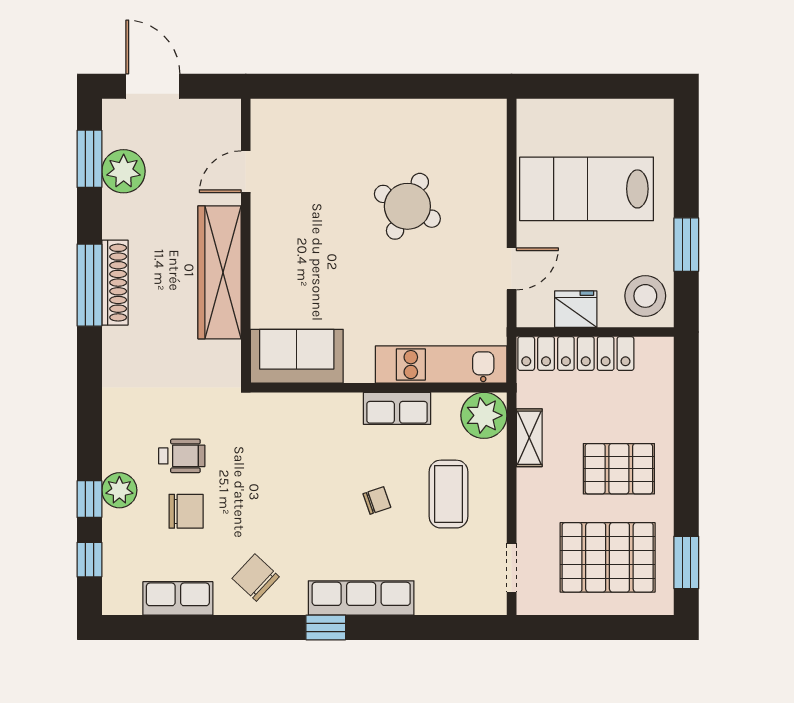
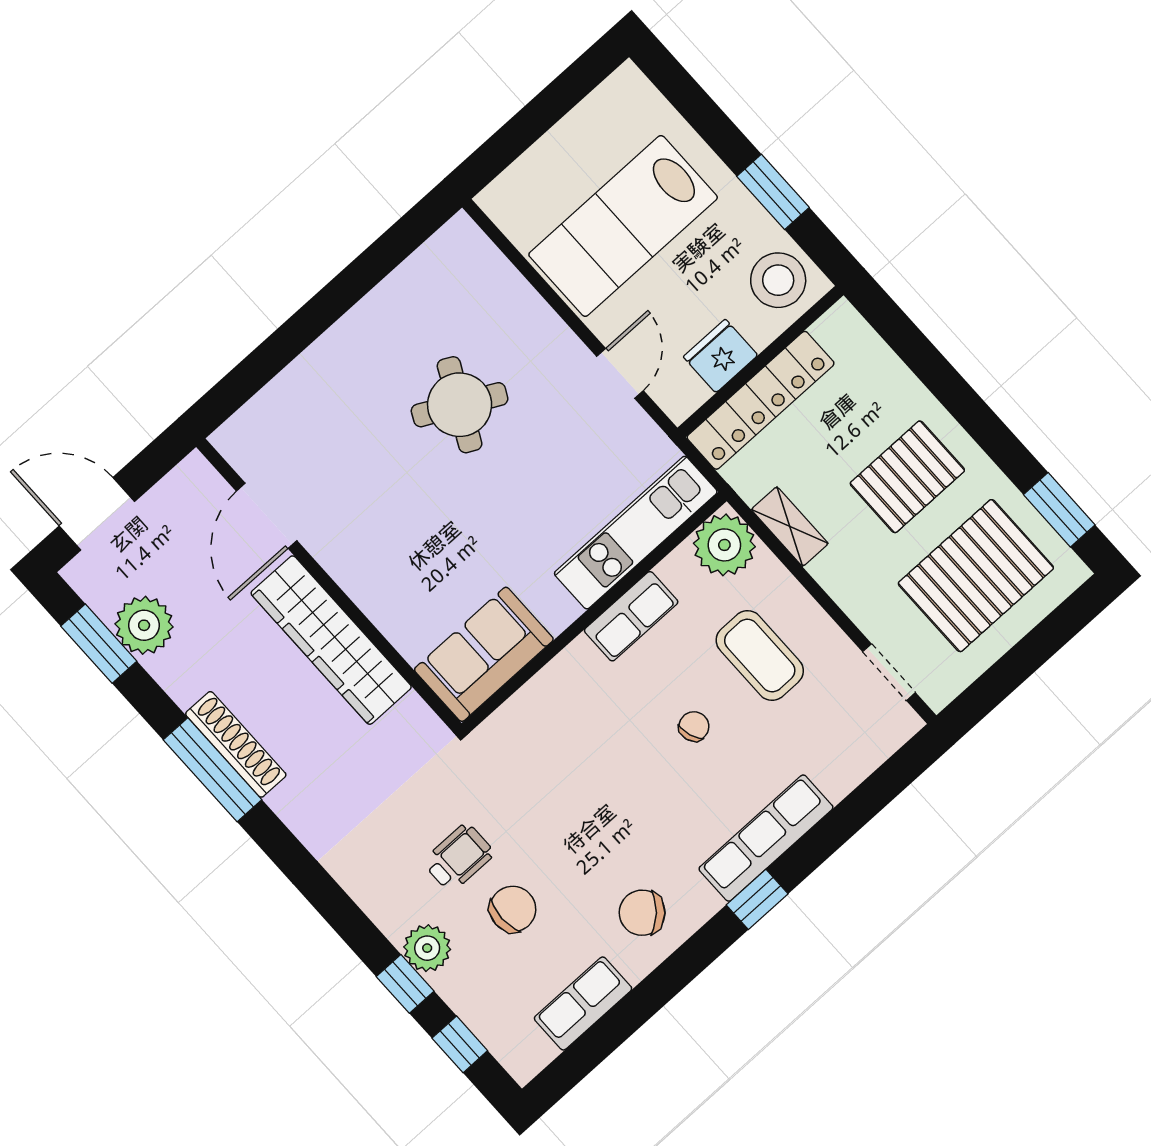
door: (246, 172) -> (267, 516), width x1.38

